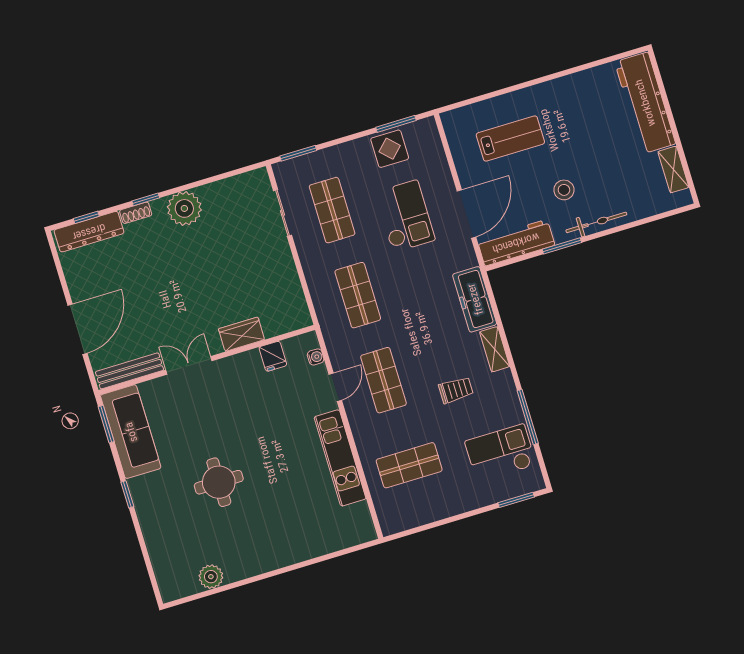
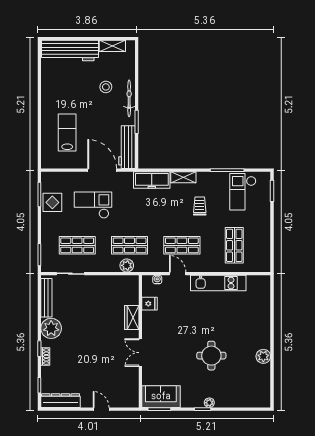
stool: (564, 190) -> (106, 87), moved
dresser: (89, 232) -> (61, 401), moved, turned -90
plant: (324, 301) -> (127, 265), added
door: (78, 329) -> (101, 409), width x0.53
bench: (129, 371) -> (46, 298), moved
sofa: (131, 432) -> (161, 397), width x0.73
plant: (141, 502) -> (209, 403), added
plant: (211, 577) -> (263, 356), moved

